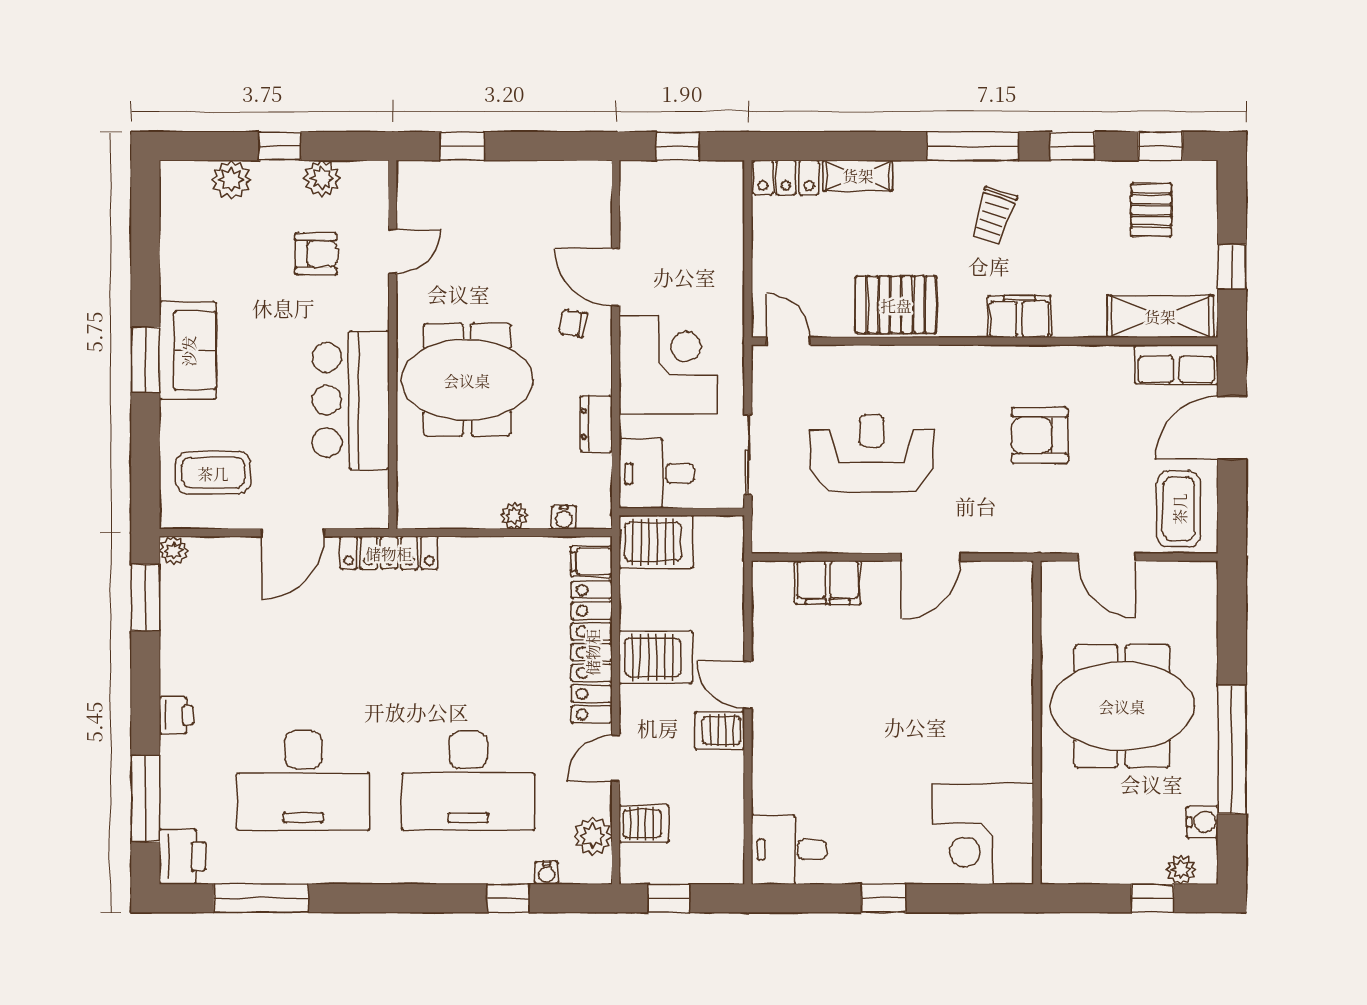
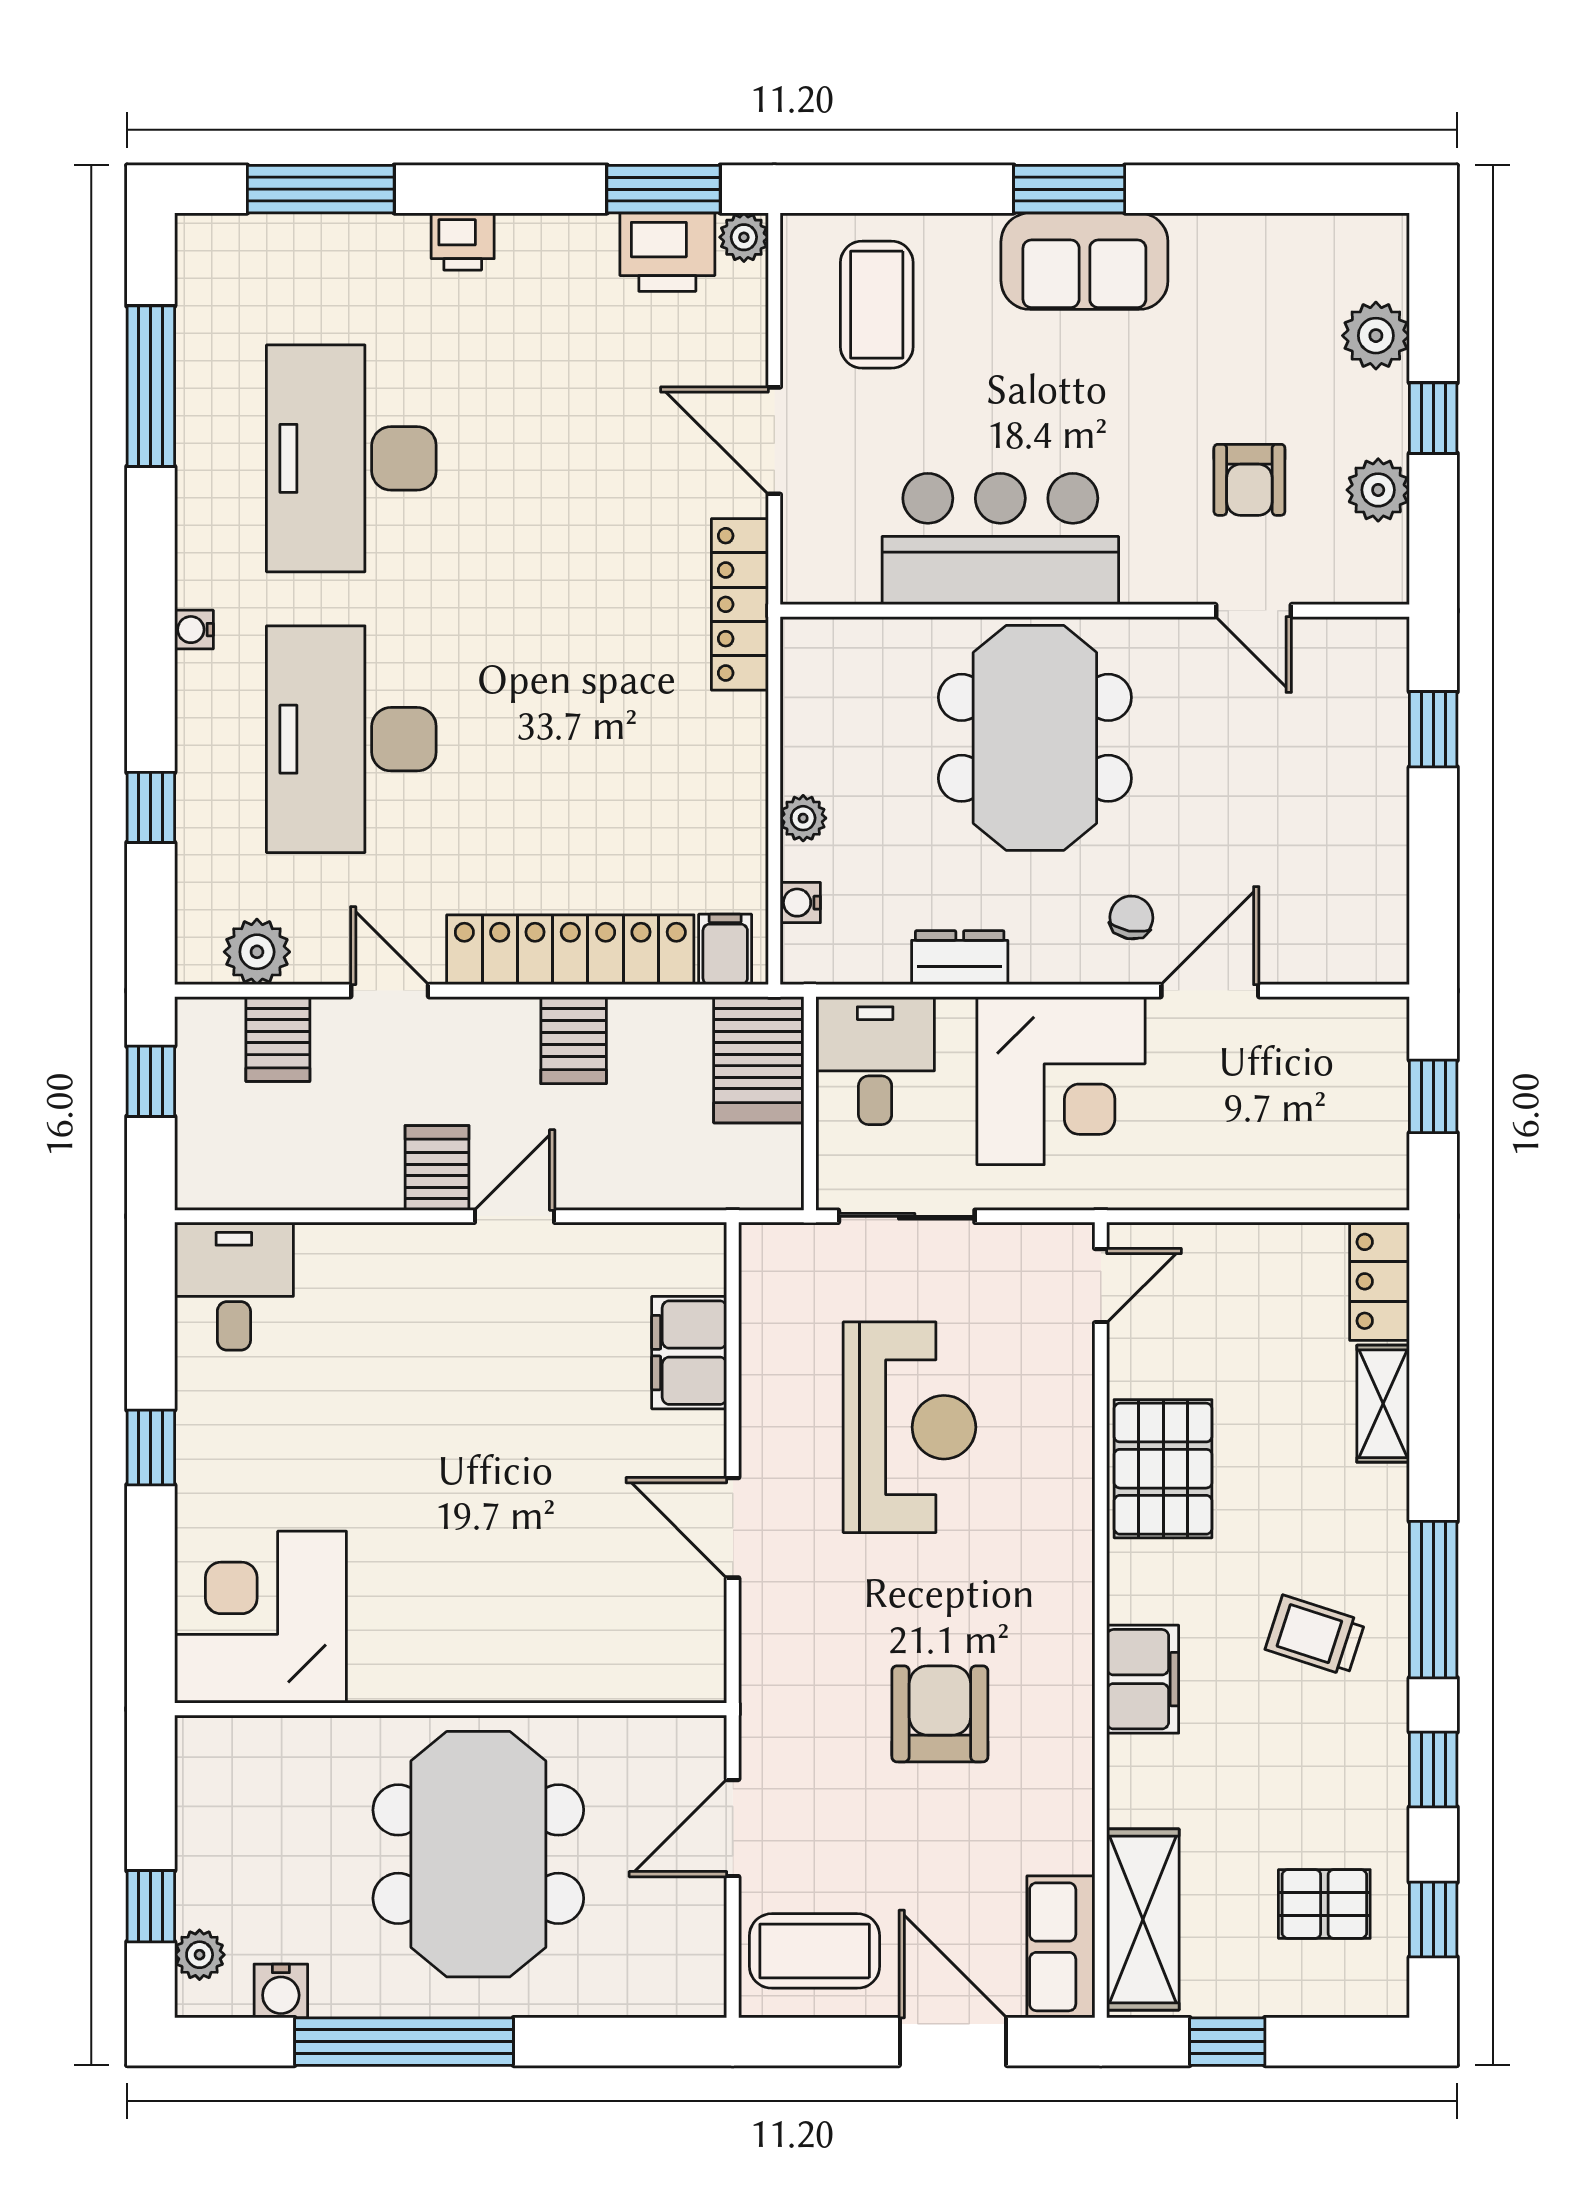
server rack: (656, 657) -> (574, 1040), width x0.73, depth x0.70
printer: (182, 857) -> (667, 252), moved
water cooler: (547, 873) -> (194, 630), moved

